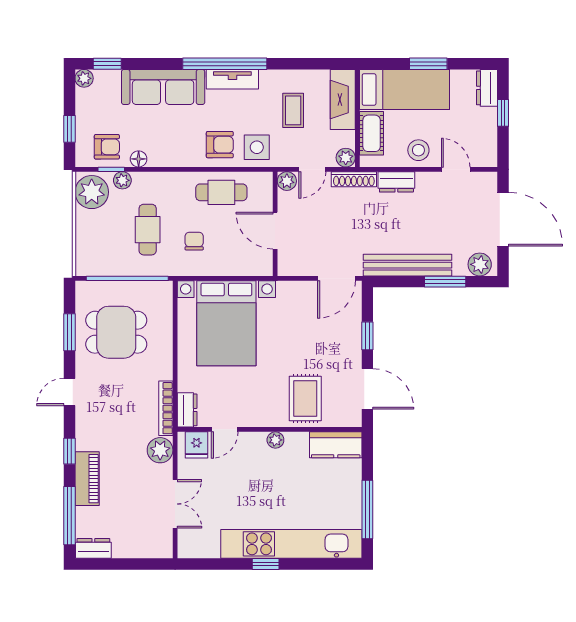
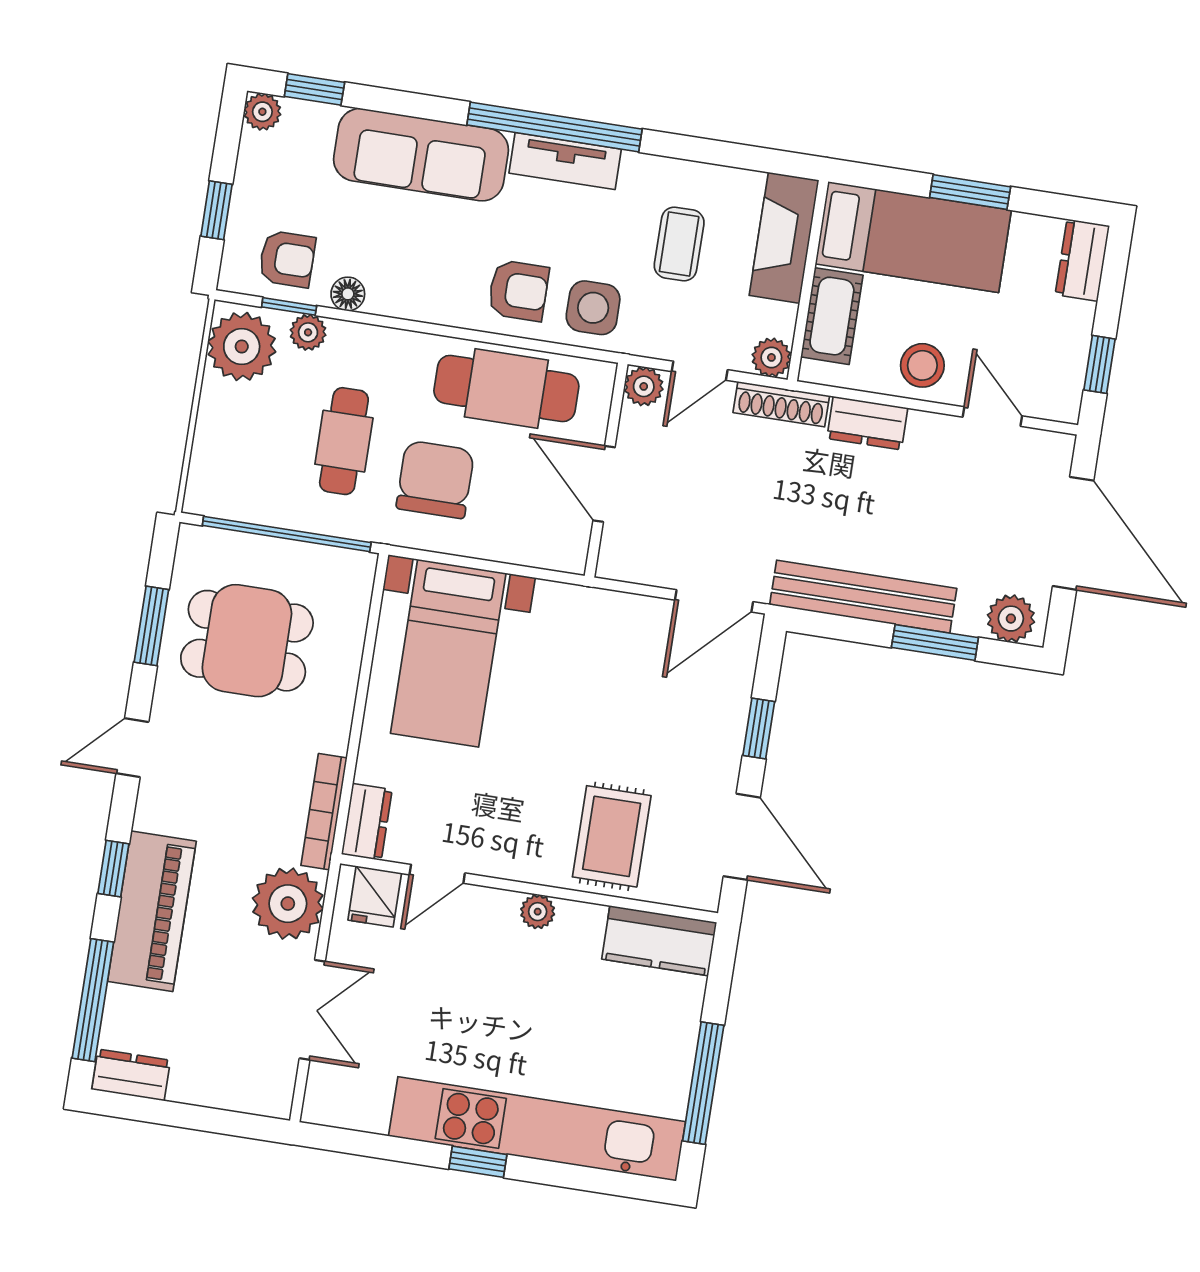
window: (503, 113) -> (1100, 364), moved
cafe table: (221, 192) -> (506, 388), width x1.37, depth x1.35
chair: (194, 241) -> (435, 479), width x1.87, depth x1.87
bed with nightstands: (226, 323) -> (448, 653), width x0.73
plant: (160, 450) -> (288, 904), width x1.36, depth x1.36
piano: (87, 479) -> (152, 911), width x1.37, depth x1.33

